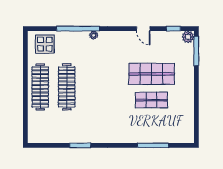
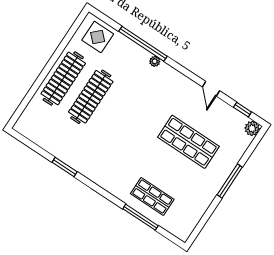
window: (196, 51) -> (230, 181), moved
shop shelf: (152, 100) -> (152, 197), moved

